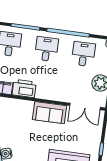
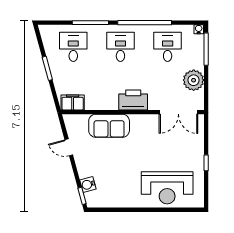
printer: (24, 88) -> (133, 100), moved
sofa: (50, 113) -> (109, 126), moved

